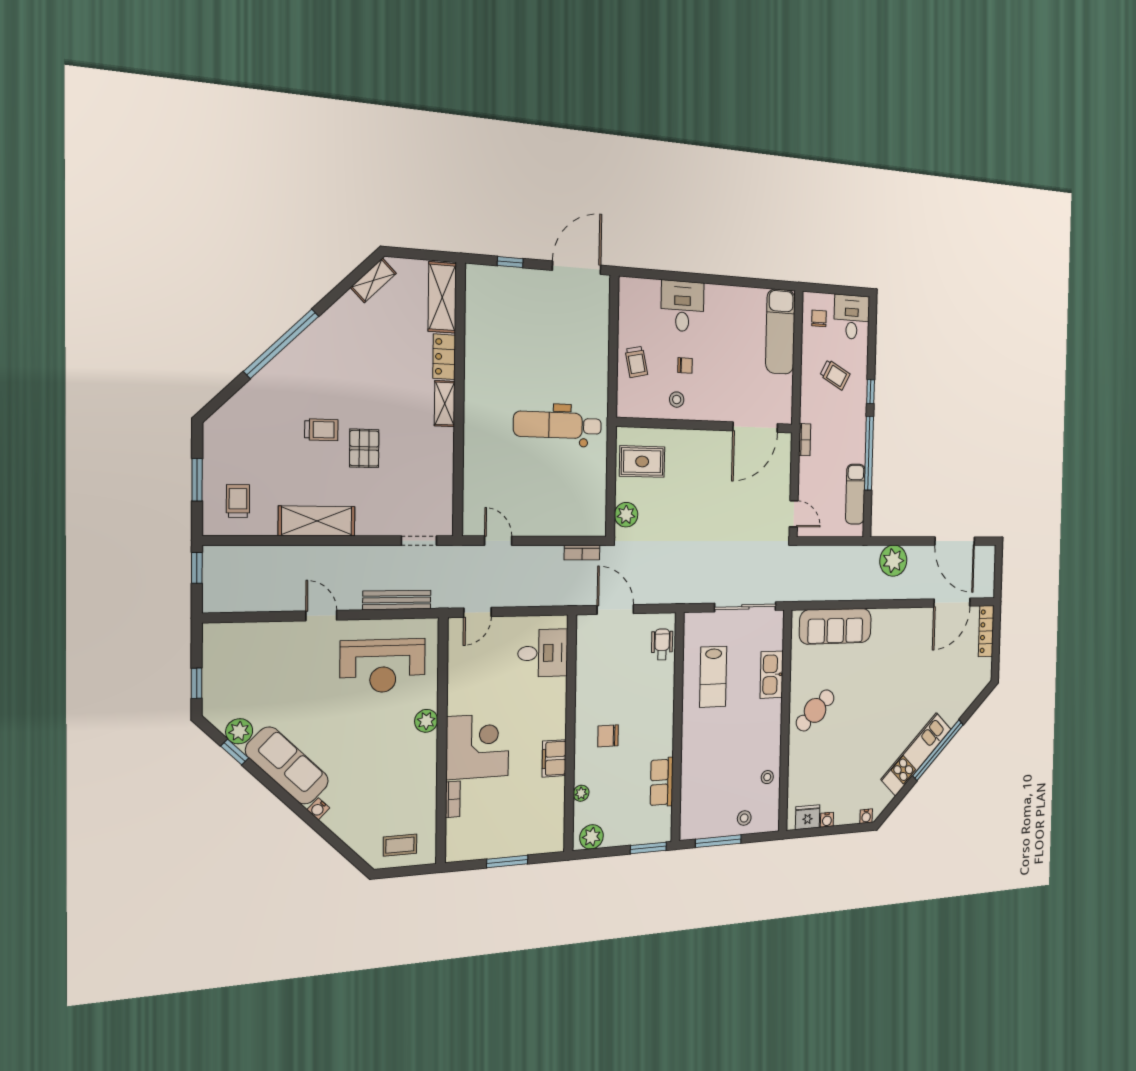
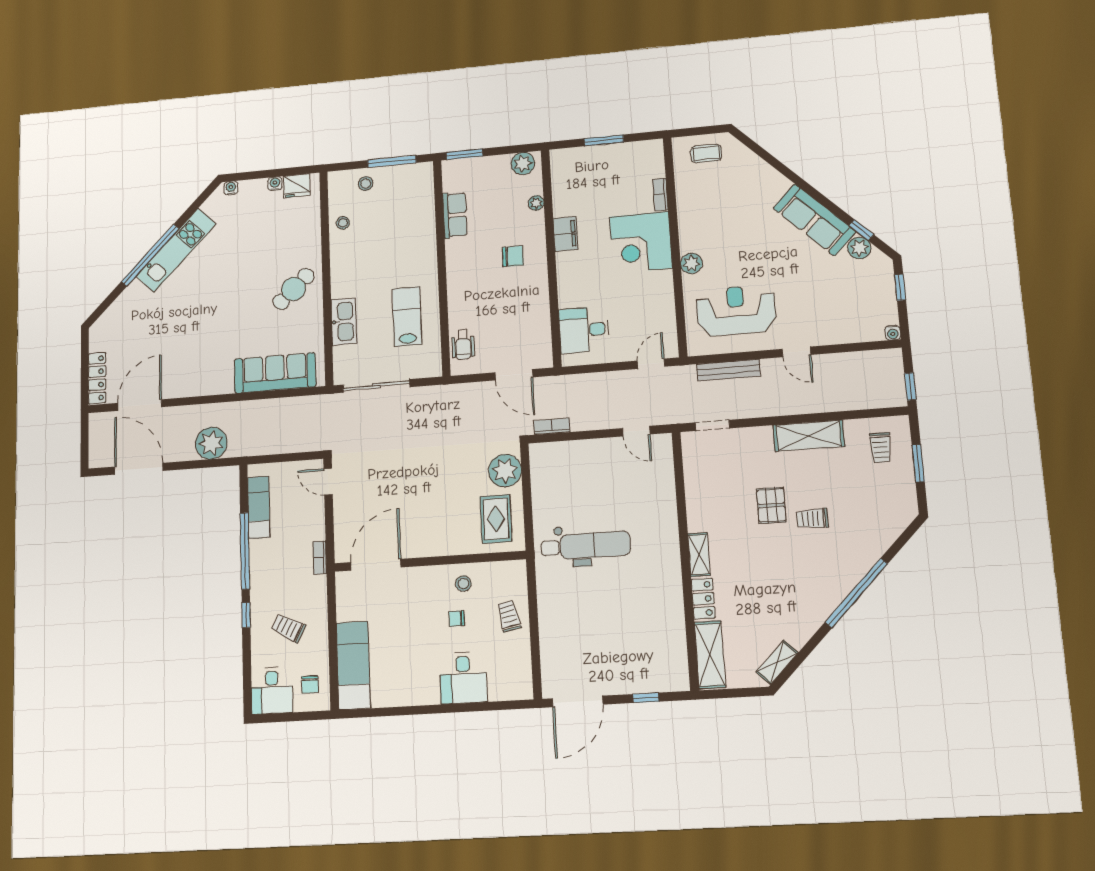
rug: (642, 461) -> (496, 519), turned 90
plant: (626, 515) -> (505, 471), width x1.36, depth x1.36
water cooler: (318, 809) -> (893, 333), moved, turned 135

